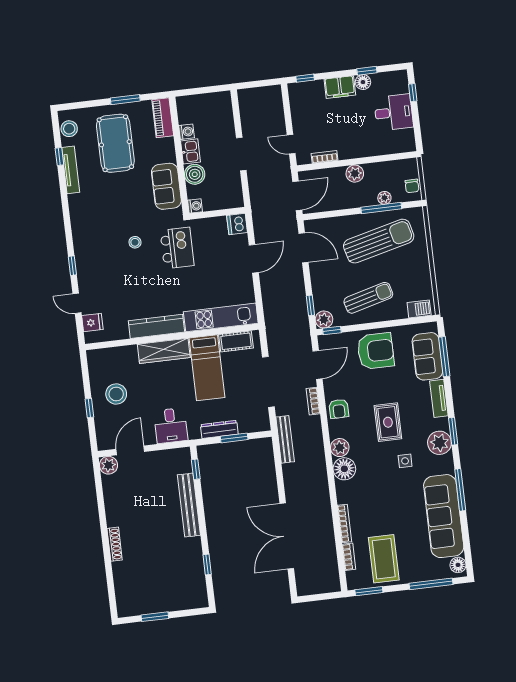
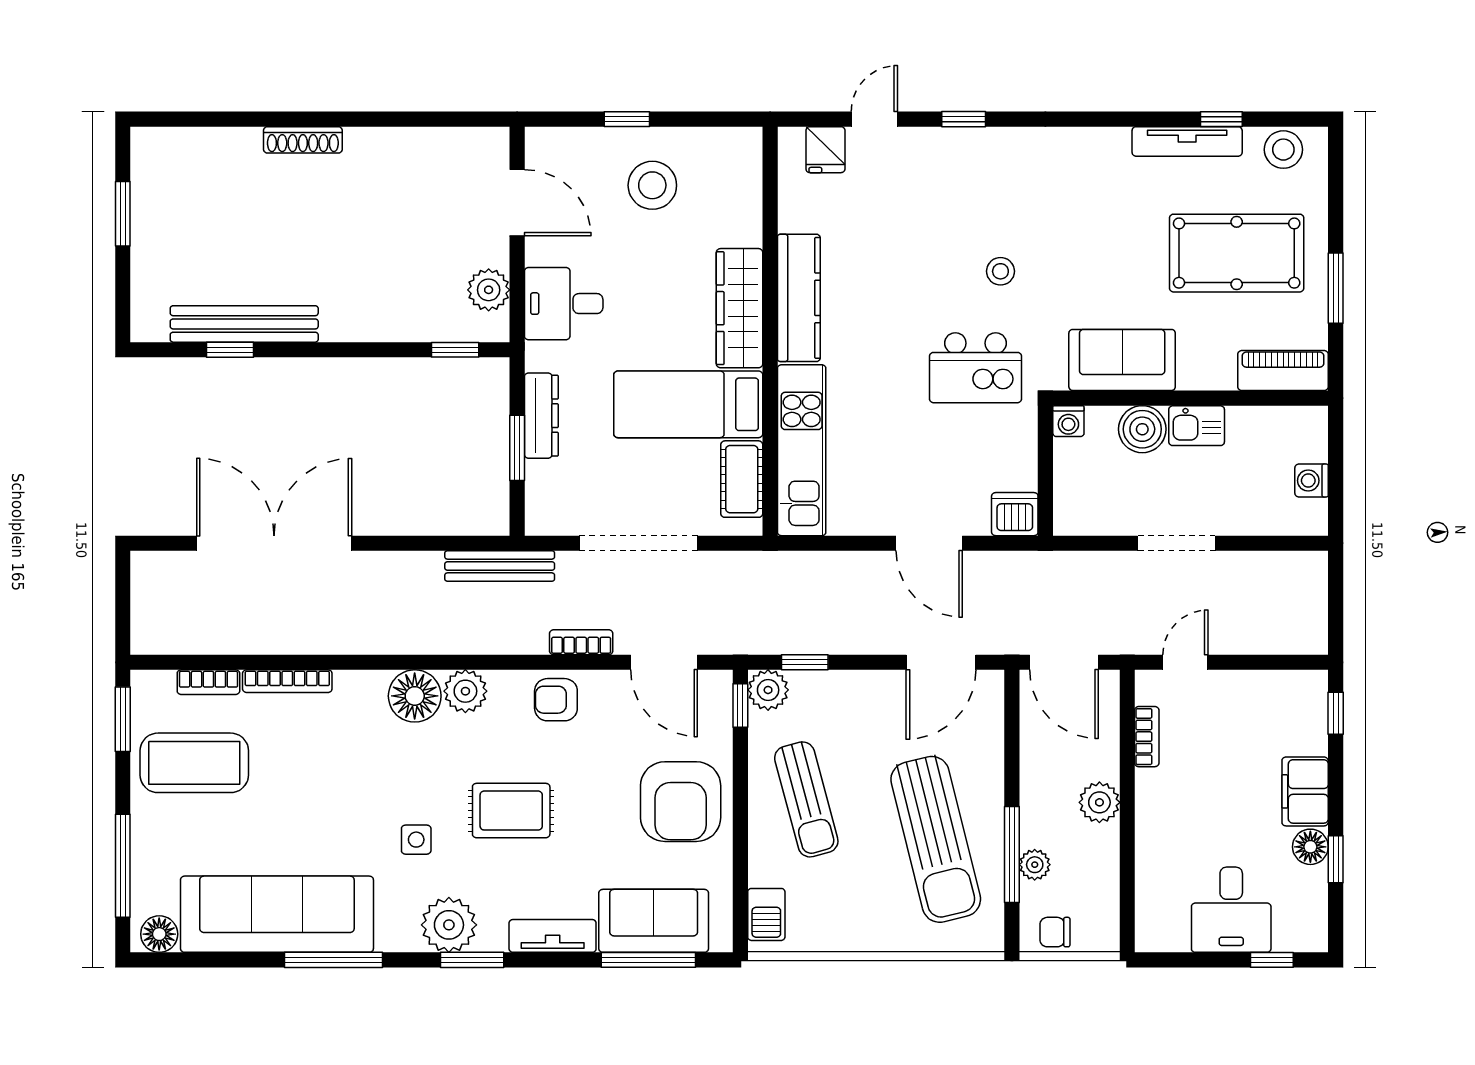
washing machine: (187, 132) -> (1312, 481), moved, turned 90
plant: (108, 465) -> (489, 290), moved
bench: (189, 505) -> (244, 324), moved

